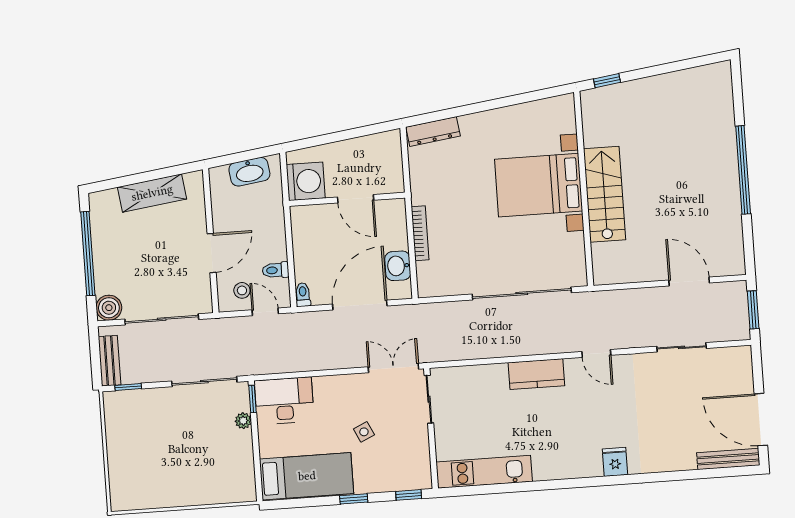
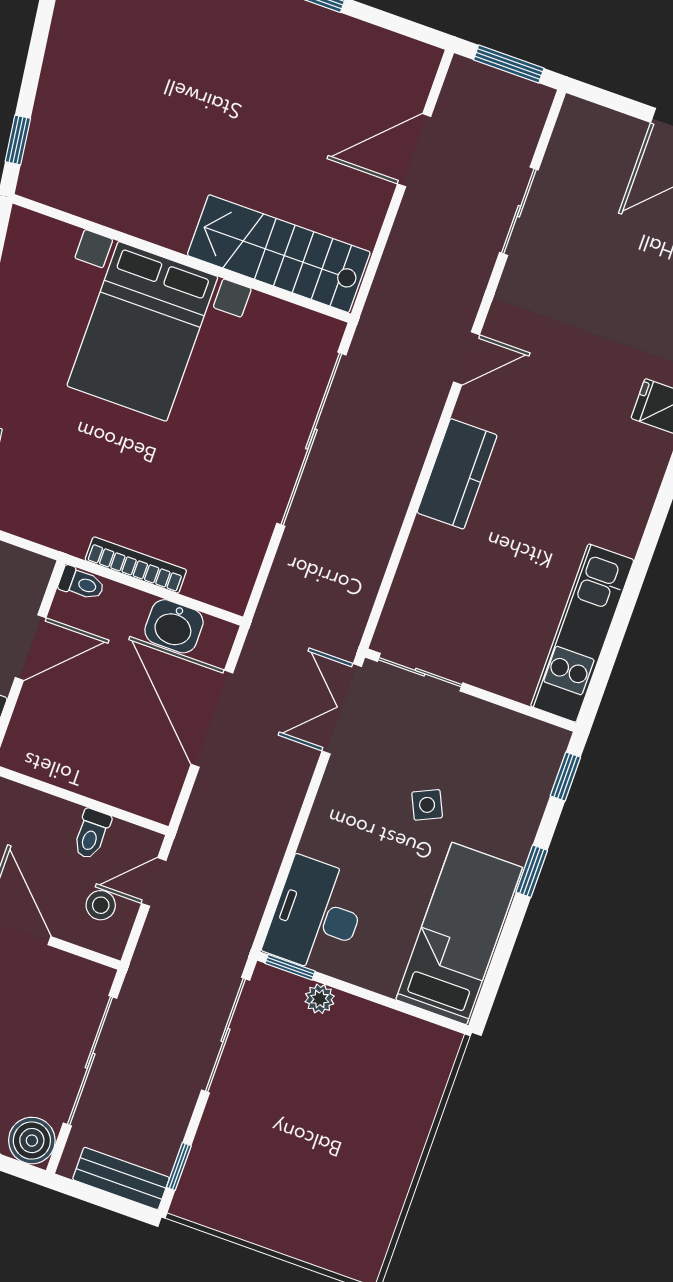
stairs: (604, 194) -> (279, 254), moved
toilet: (303, 295) -> (81, 583), moved, turned 180

